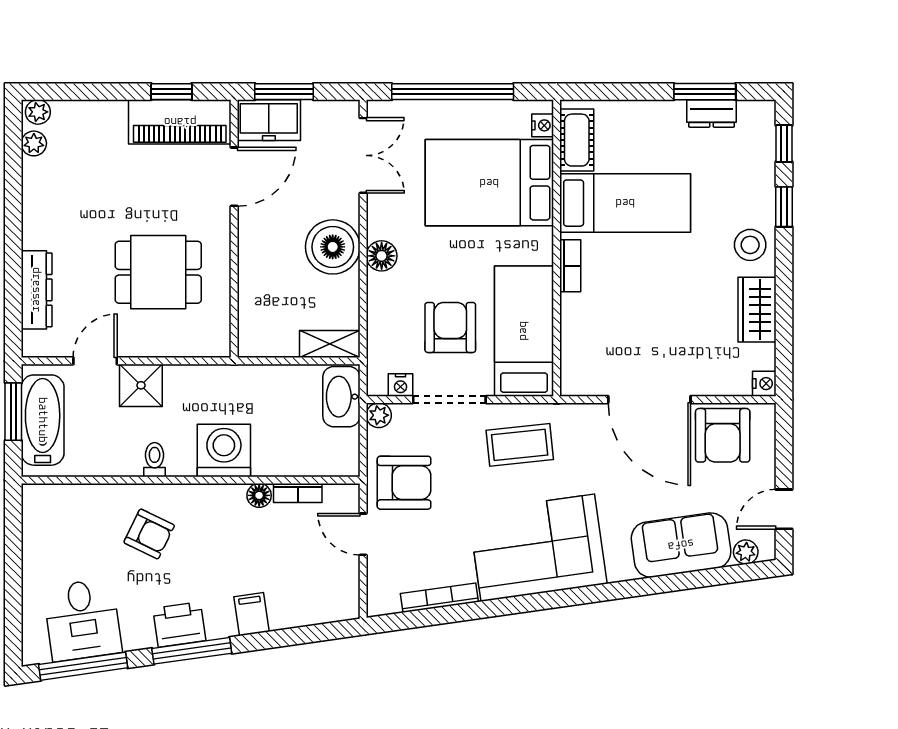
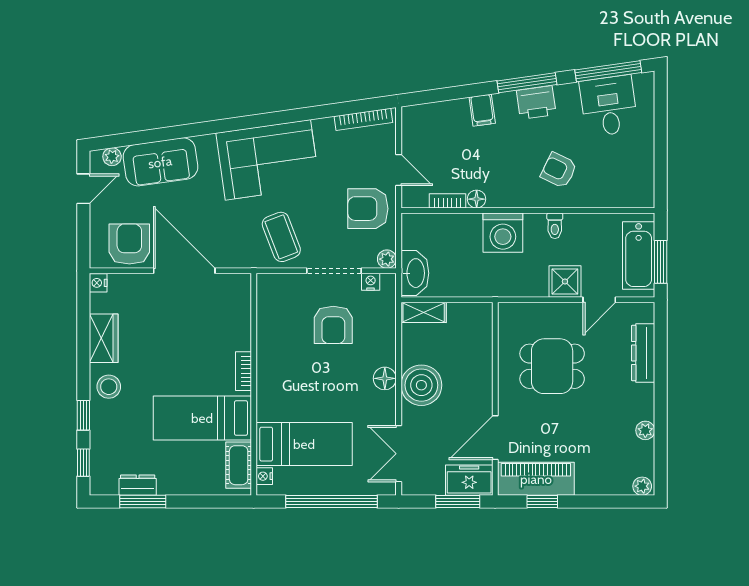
plant: (34, 143) -> (645, 430), moved
bed: (489, 183) -> (304, 444), width x0.67
bed: (524, 331) -> (278, 322), removed
coffee table: (520, 445) -> (281, 237), turned 75
bookcase: (439, 598) -> (363, 119), moved

